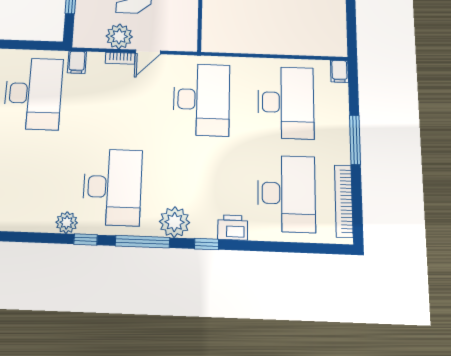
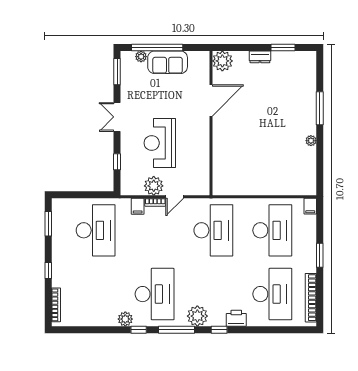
filing cabinet: (77, 62) -> (138, 206), moved
window: (355, 140) -> (320, 255), width x0.69

